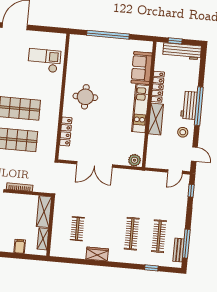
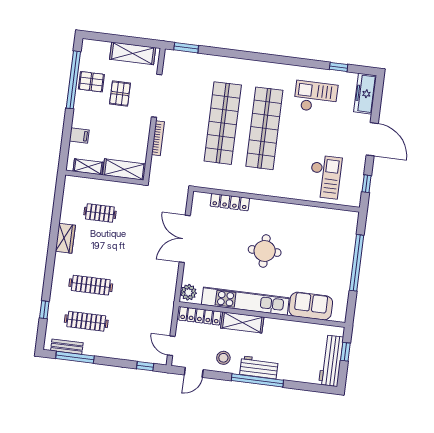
window: (48, 29) -> (367, 184), added
locker: (158, 87) -> (200, 316), moved
round table: (85, 97) -> (265, 251), moved
kitchen unit: (140, 109) -> (245, 301), width x1.36

